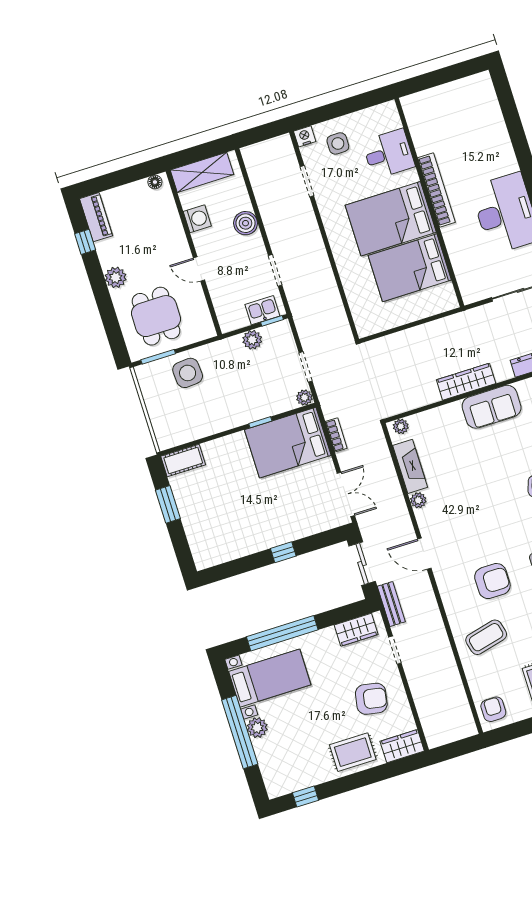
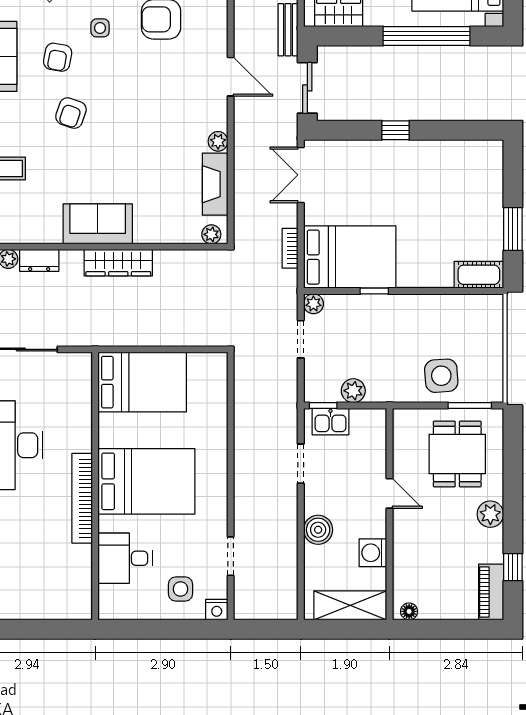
bed: (410, 268) -> (142, 382), moved

